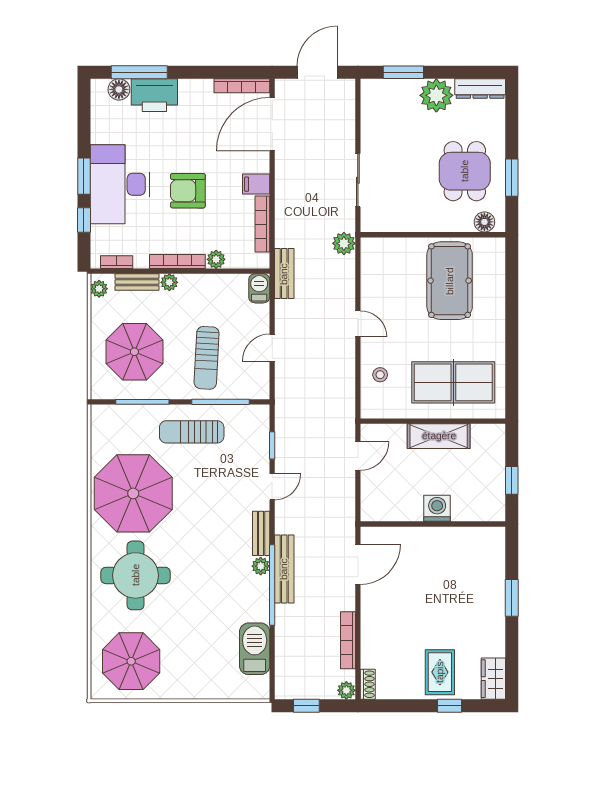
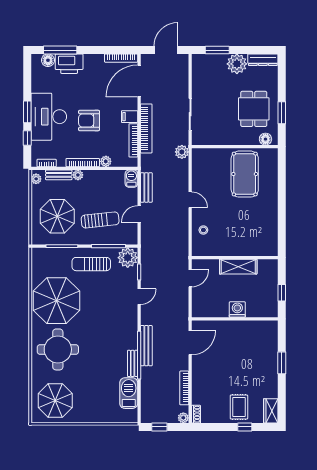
bookcase: (284, 204) -> (146, 128), added
bench: (284, 274) -> (146, 187), moved
sun lounger: (207, 358) -> (100, 220), turned -99
table tennis table: (453, 382) -> (247, 235), removed
bench: (261, 533) -> (133, 363), moved
plant: (261, 566) -> (128, 258), moved, width x1.88, depth x1.88

